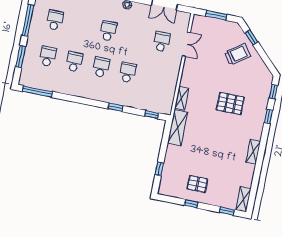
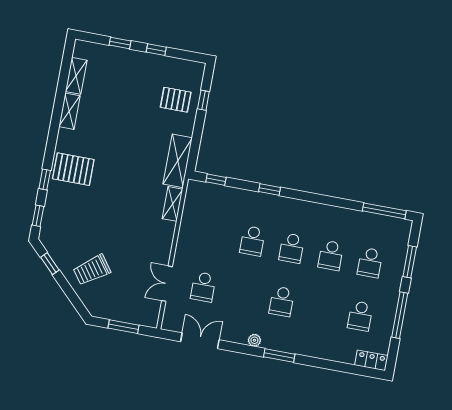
window: (251, 37) -> (50, 264), moved
pallet: (230, 104) -> (73, 169), moved
shelving: (253, 152) -> (69, 111), moved
pallet: (197, 184) -> (176, 100), moved
shelving: (243, 199) -> (76, 76), moved
window: (227, 211) -> (120, 43), moved

